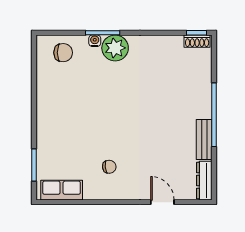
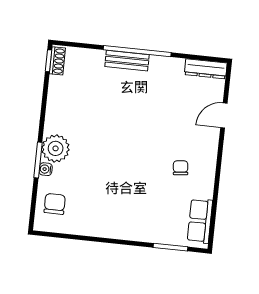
bench: (204, 139) -> (127, 61), moved

